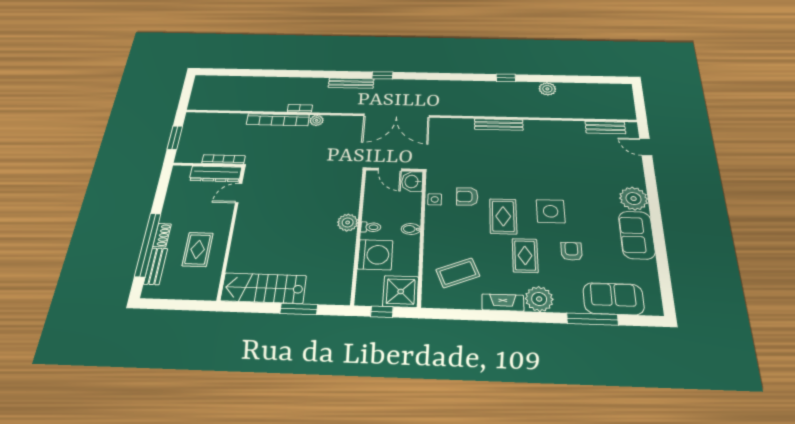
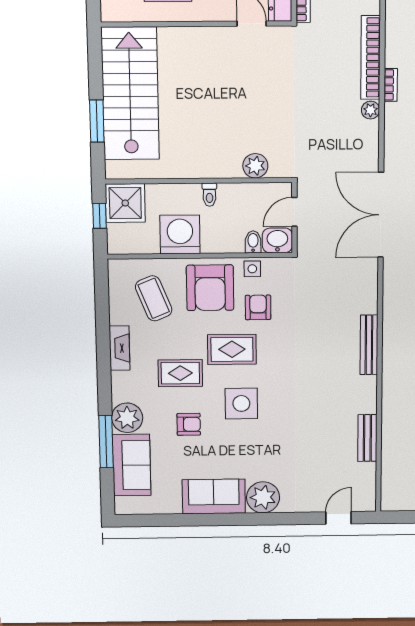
bench: (605, 128) -> (367, 438), moved
plant: (348, 222) -> (255, 166), moved
bidet: (411, 229) -> (253, 242), moved
armchair: (450, 230) -> (210, 288), added
washing machine: (375, 255) -> (180, 234), moved, turned 180
stairs: (263, 288) -> (130, 94), width x1.36, depth x1.51
shower: (401, 291) -> (125, 203), moved
plant: (539, 299) -> (127, 418), moved

